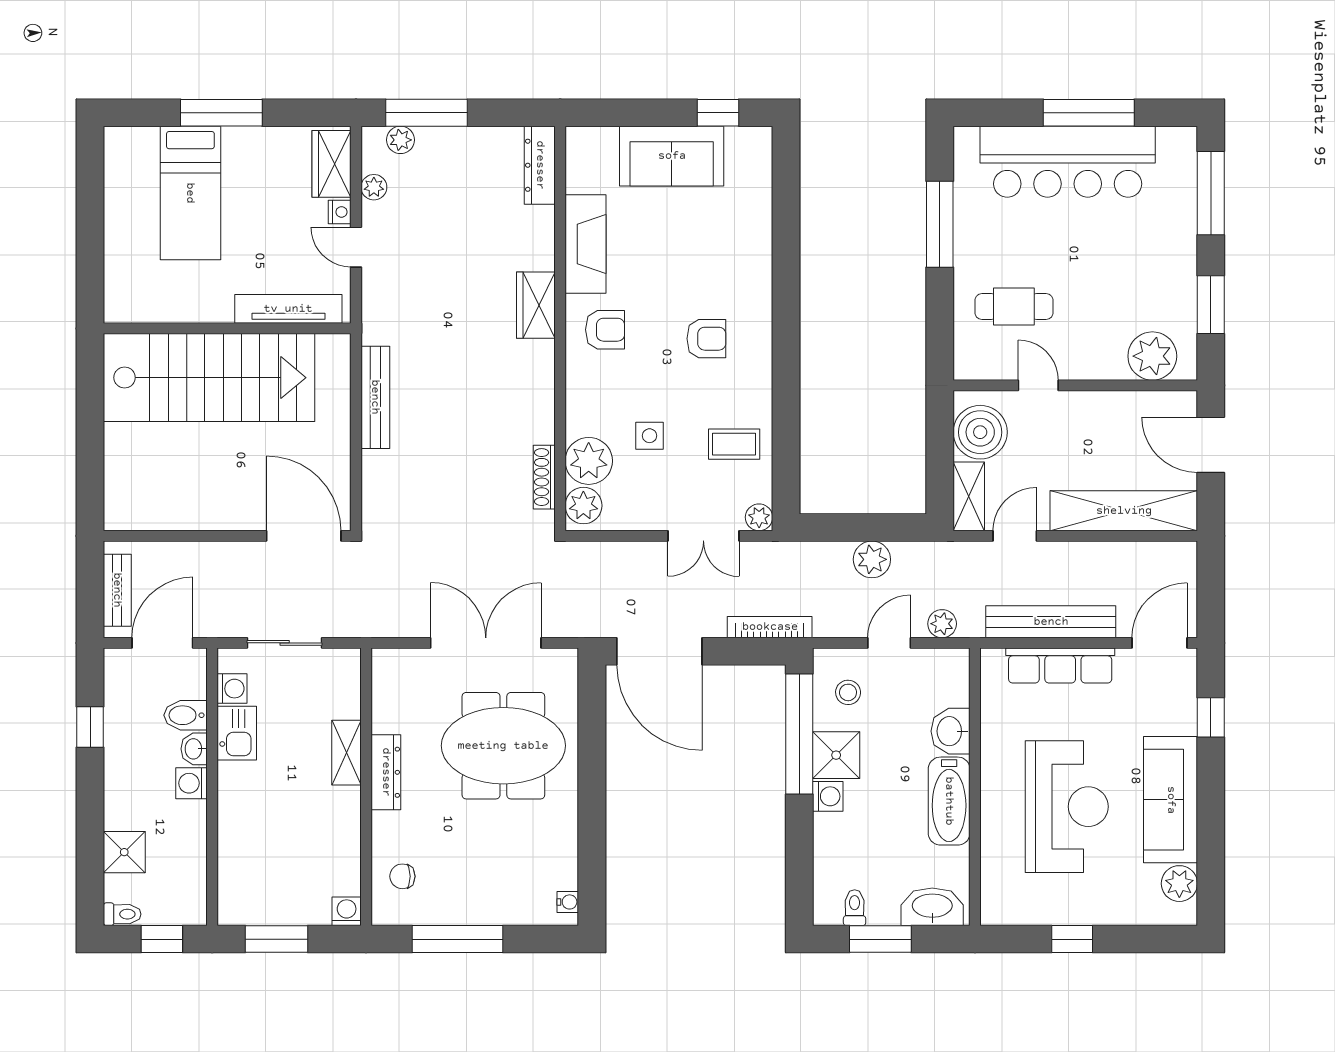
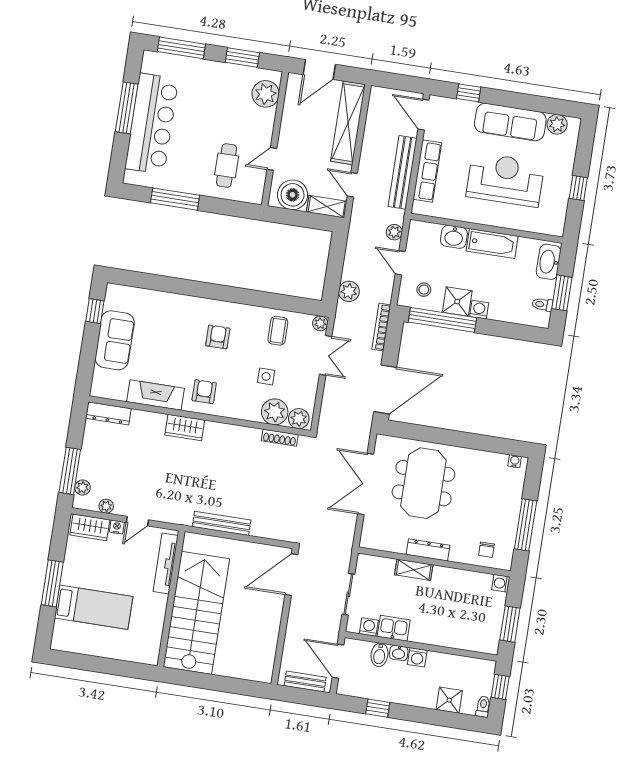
plant: (872, 559) -> (349, 291), moved

